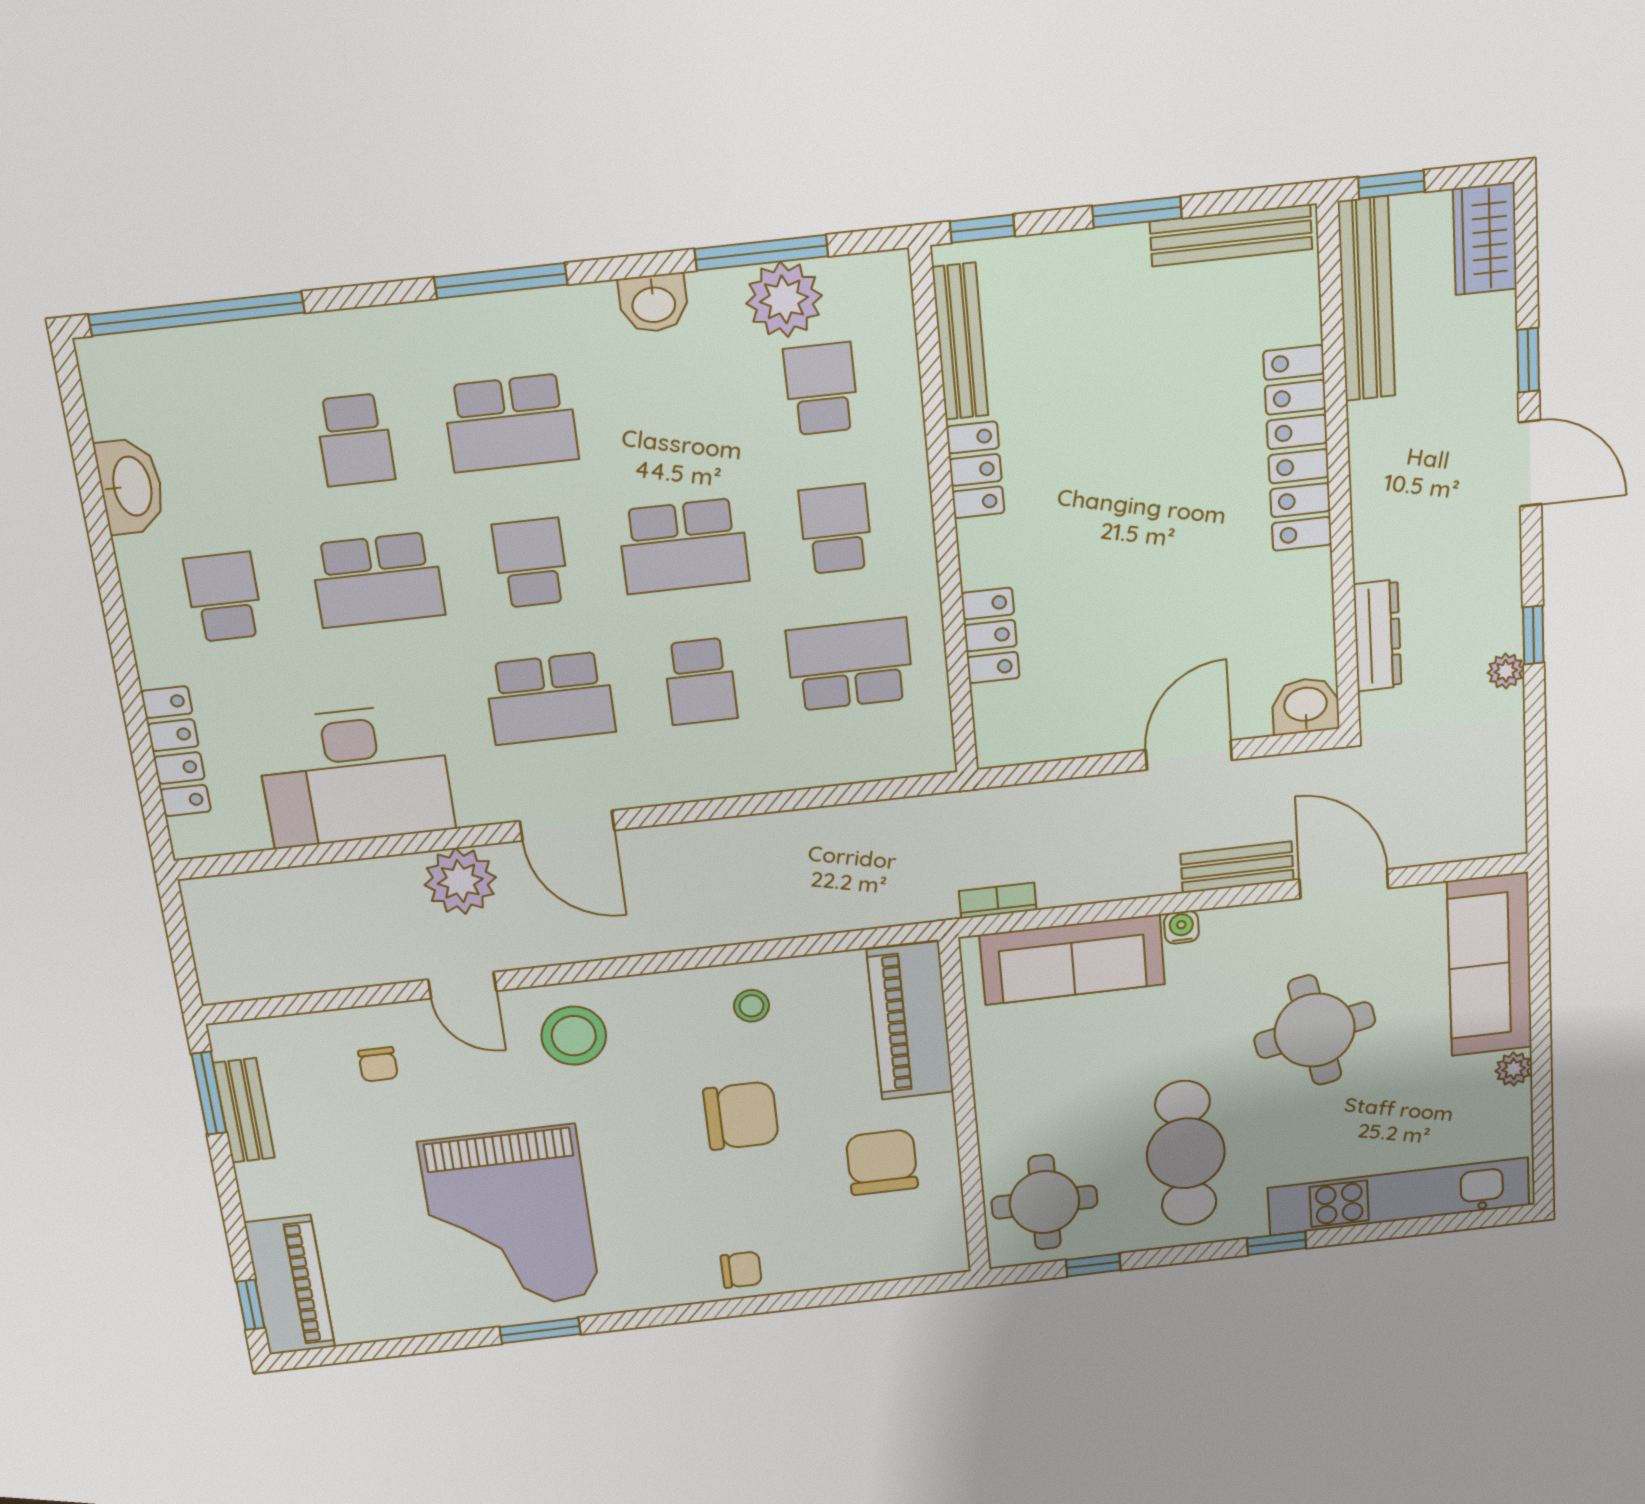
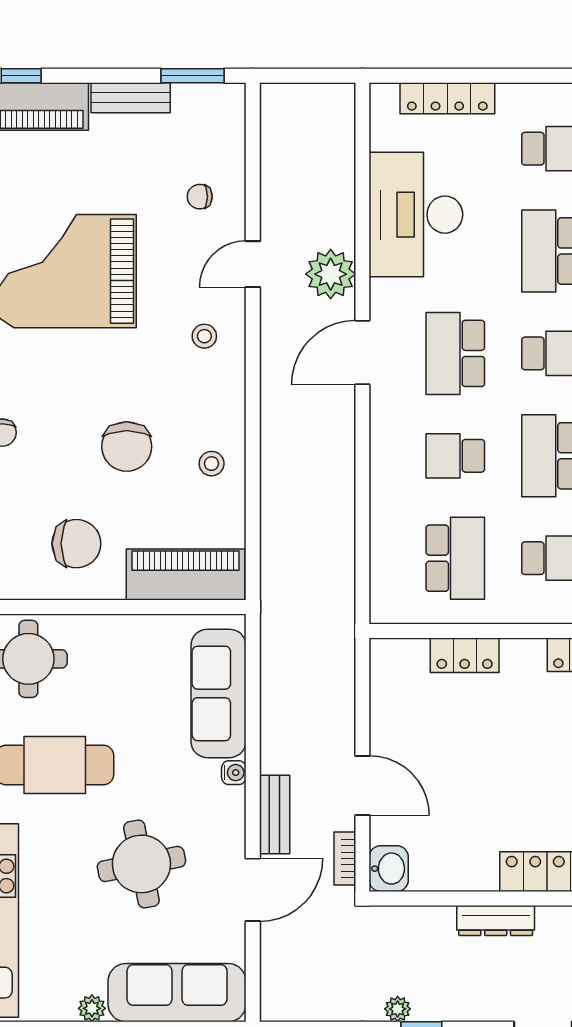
dresser: (1377, 636) -> (496, 920), moved
bookcase: (998, 901) -> (345, 859), moved, turned 180
stool: (574, 1036) -> (204, 336), width x0.53, depth x0.53
bench: (244, 1110) -> (131, 98), moved

